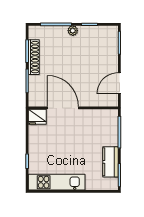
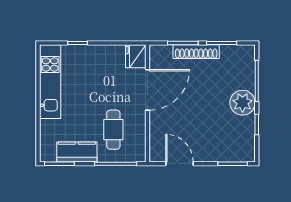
plant: (73, 31) -> (243, 103), width x1.87, depth x1.87
shoe rack: (34, 57) -> (196, 52), moved
cafe table: (93, 134) -> (113, 130), added

